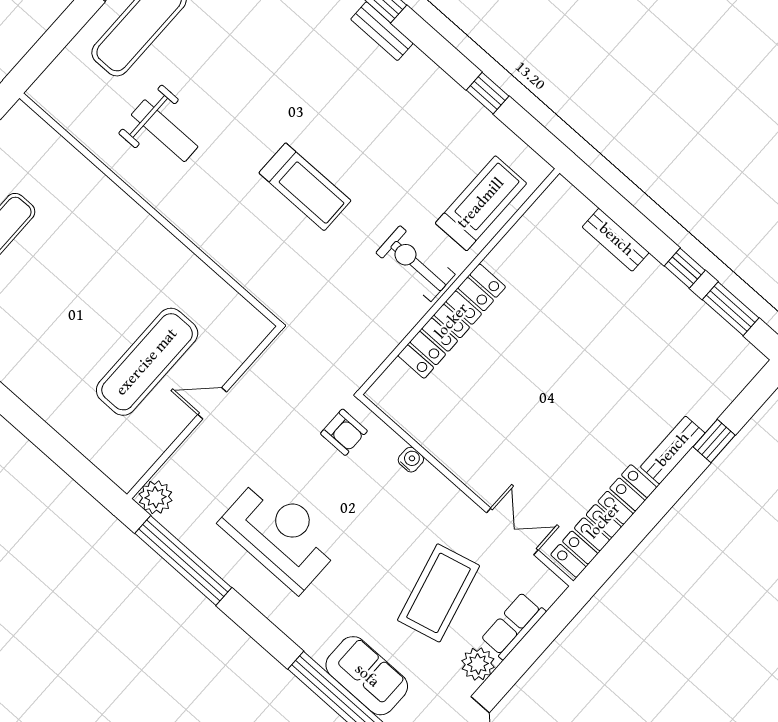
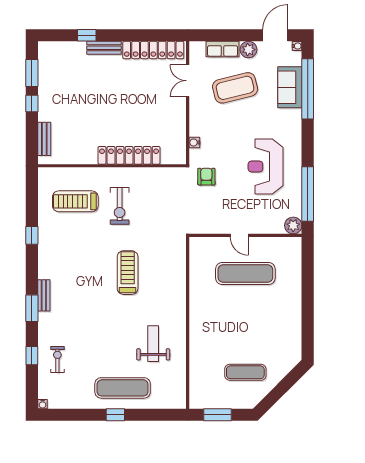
wall: (459, 282) -> (112, 166), moved
locker: (452, 321) -> (129, 155), moved

